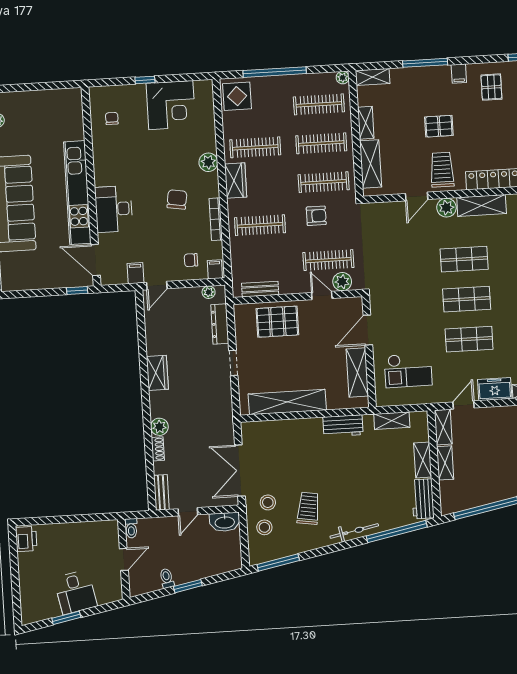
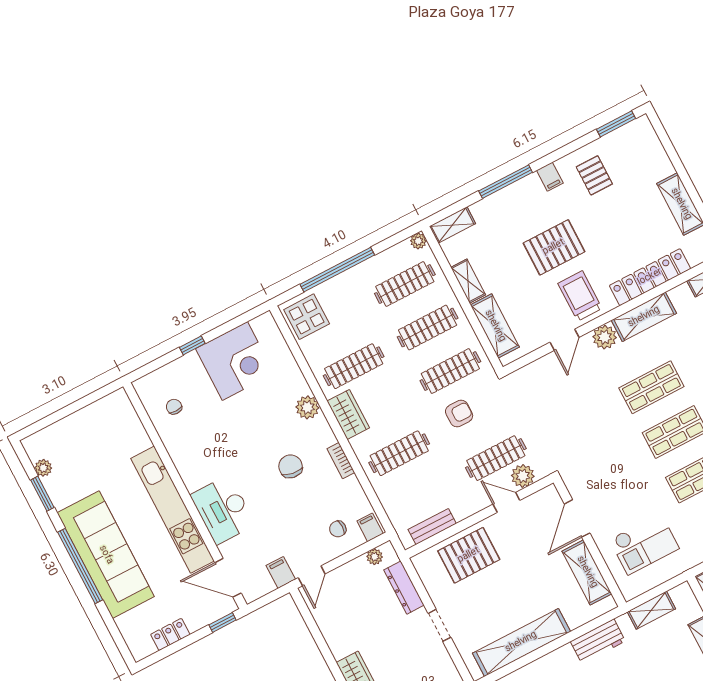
pallet: (439, 126) -> (554, 247), width x1.50, depth x1.42
bookcase: (216, 219) -> (341, 461), width x0.64
locker: (35, 282) -> (170, 634), added

